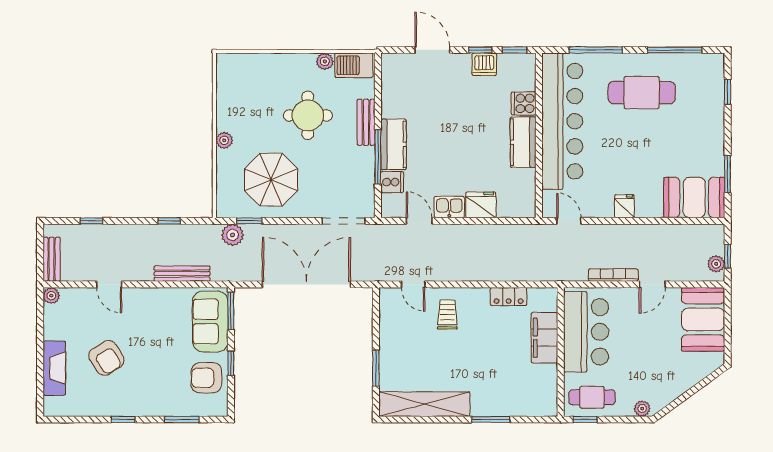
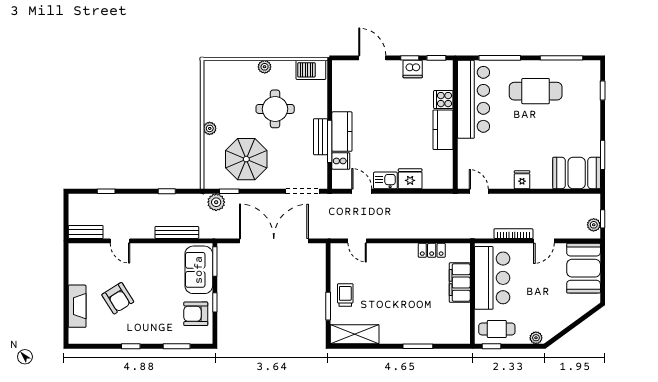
plant: (325, 61) -> (265, 67), moved
bar counter: (562, 121) -> (474, 99), width x0.73
bench: (366, 122) -> (320, 137), moved
bench: (52, 259) -> (86, 232), moved, turned 90
plant: (51, 296) -> (75, 250), removed
trolley: (447, 314) -> (345, 295), moved
shelving: (424, 404) -> (355, 334), width x0.68

